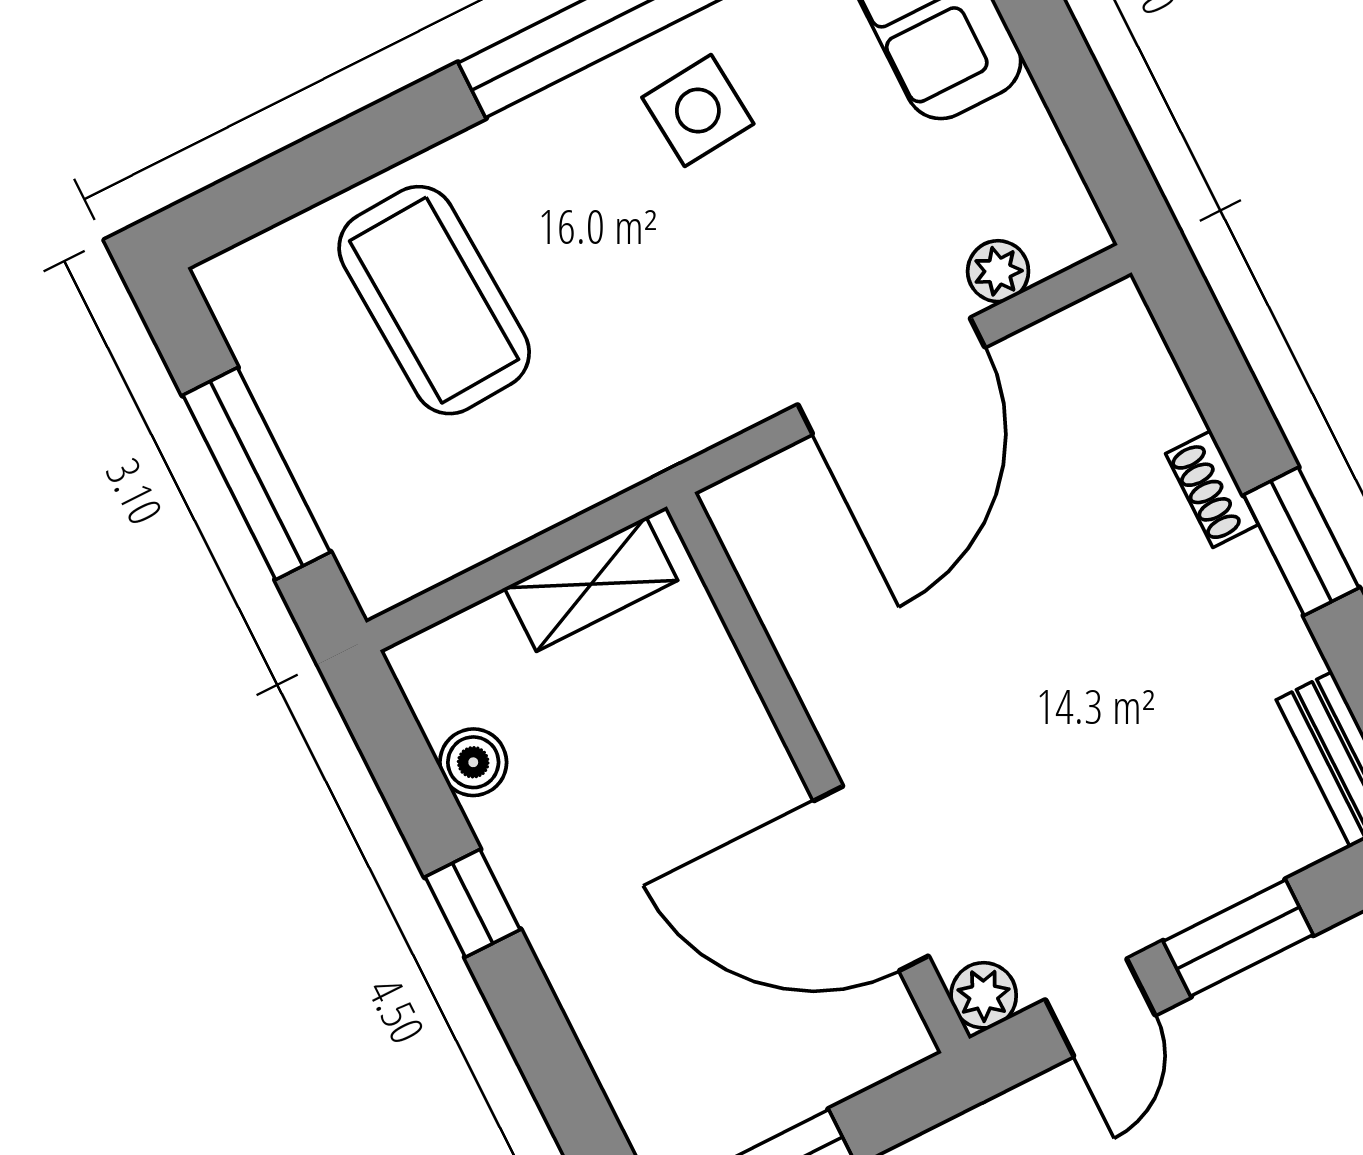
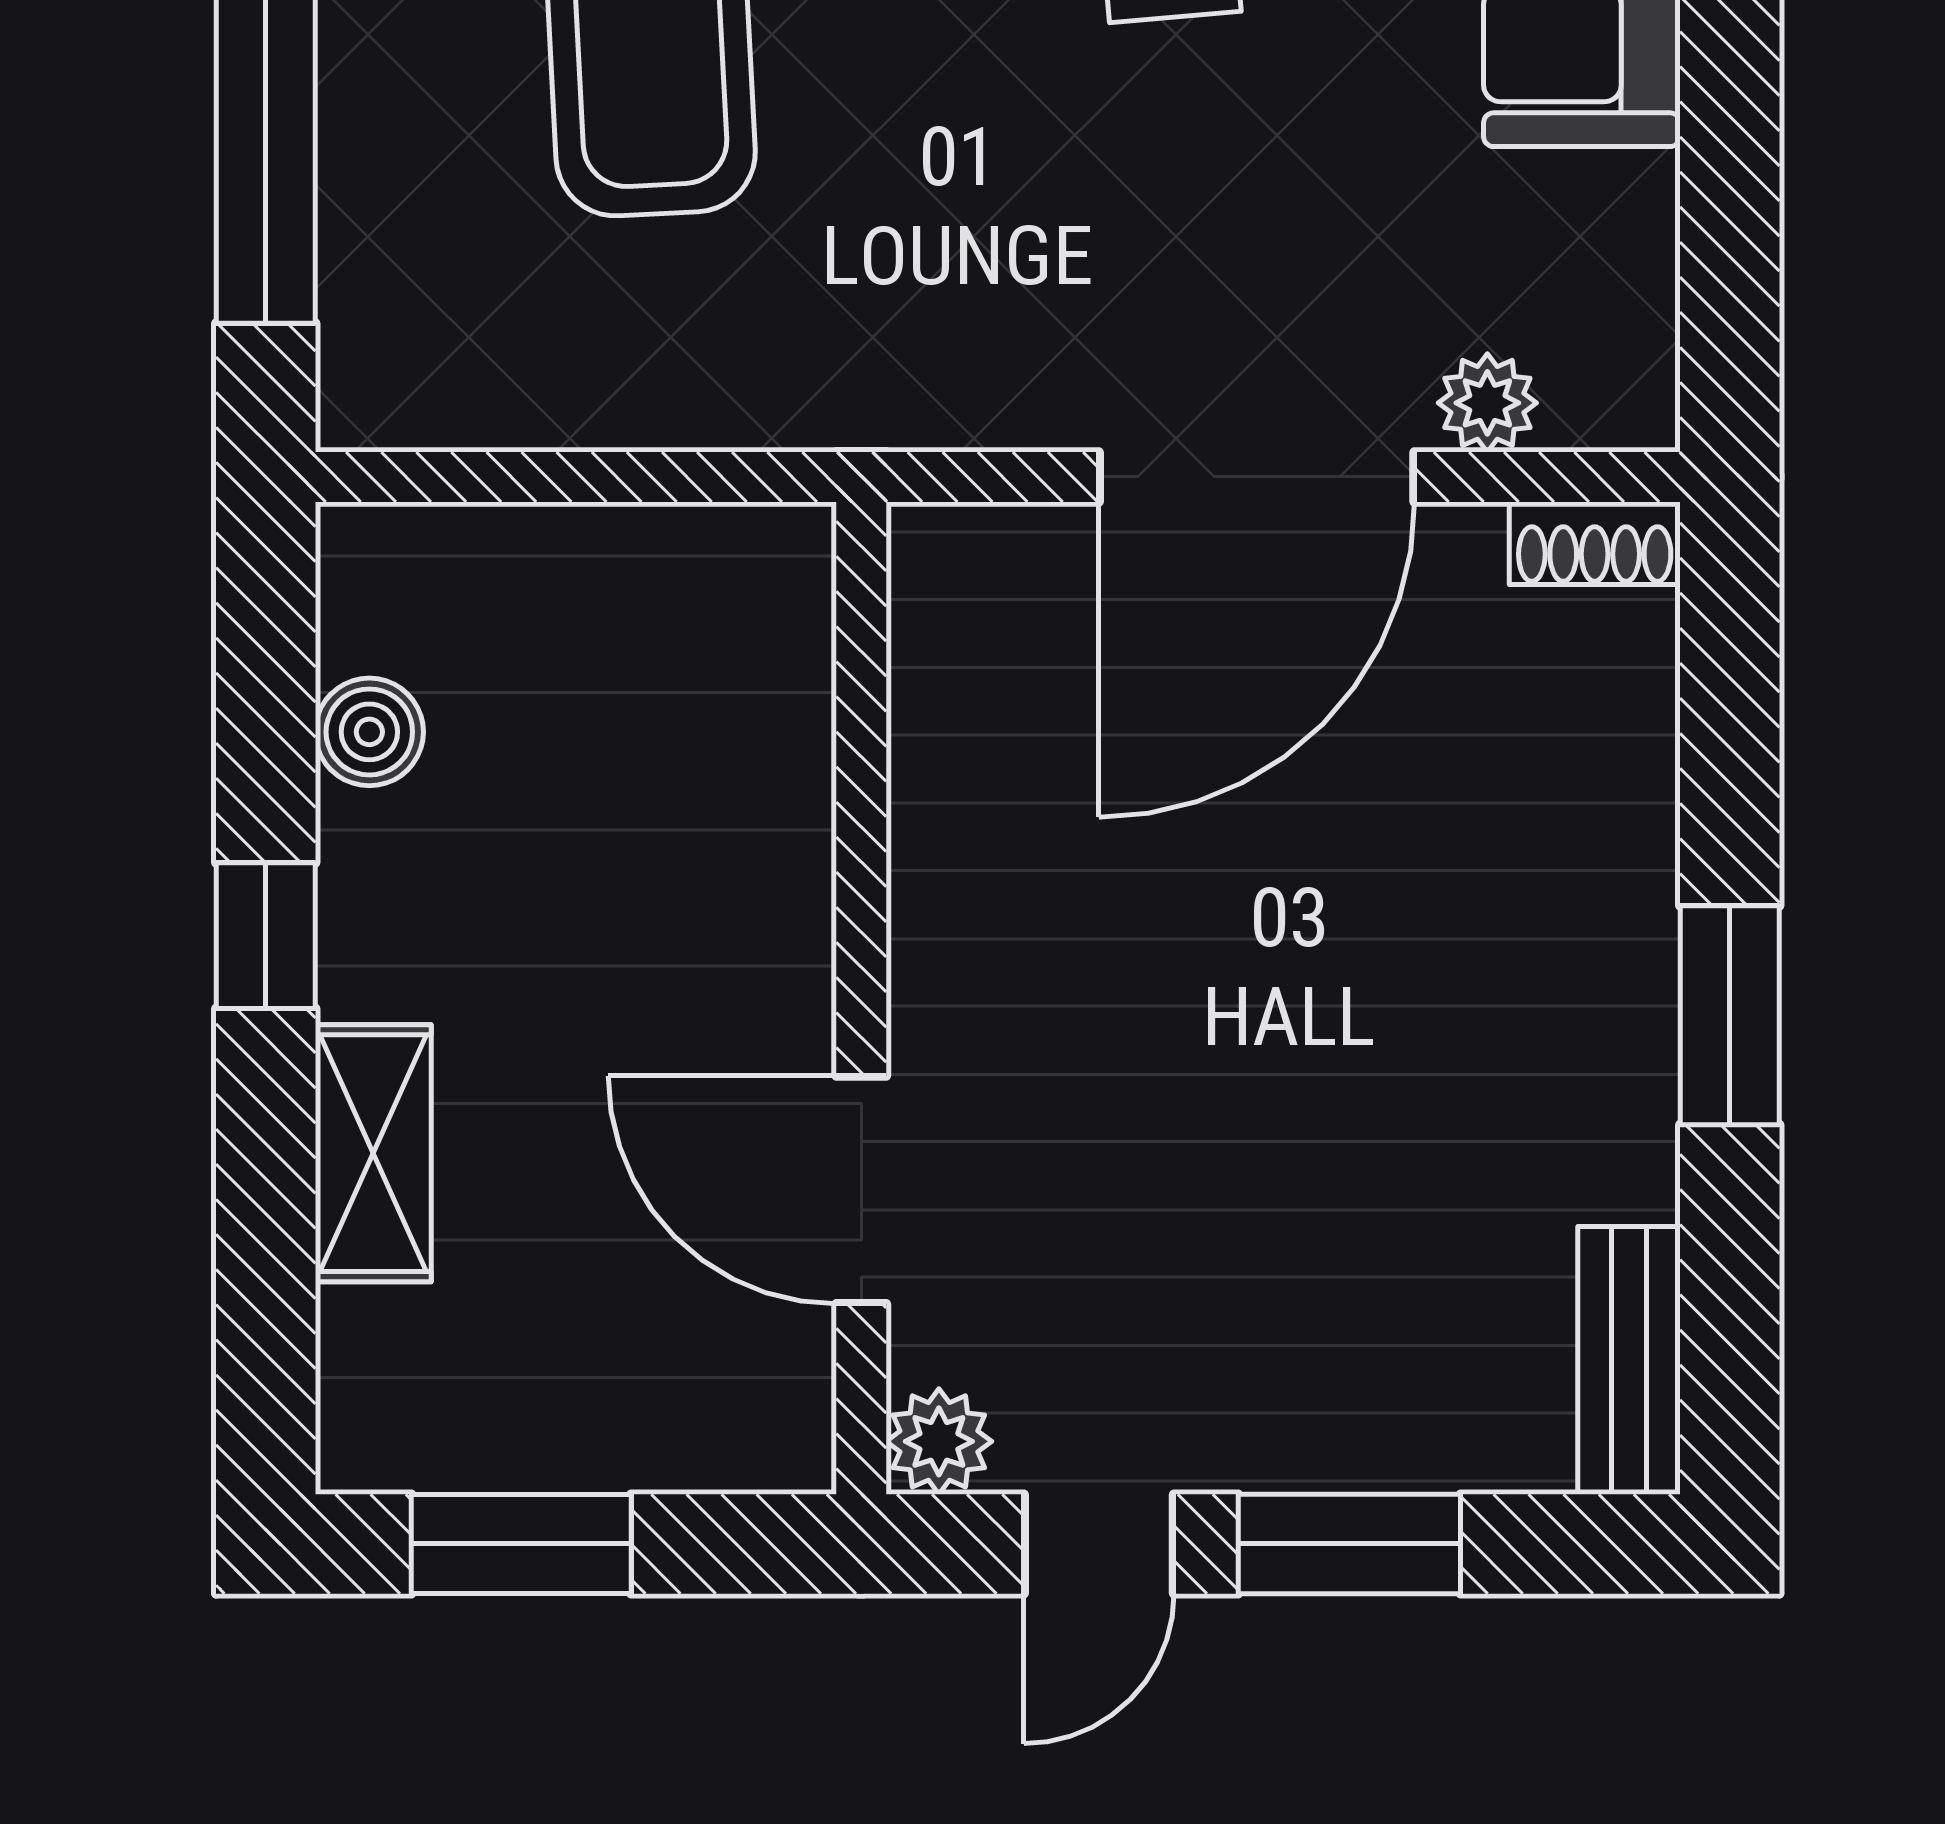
shoe rack: (1212, 489) -> (1595, 543), moved, turned -90
shelving: (591, 584) -> (373, 1153), moved, turned 90
door: (871, 878) -> (861, 1190), width x0.73

